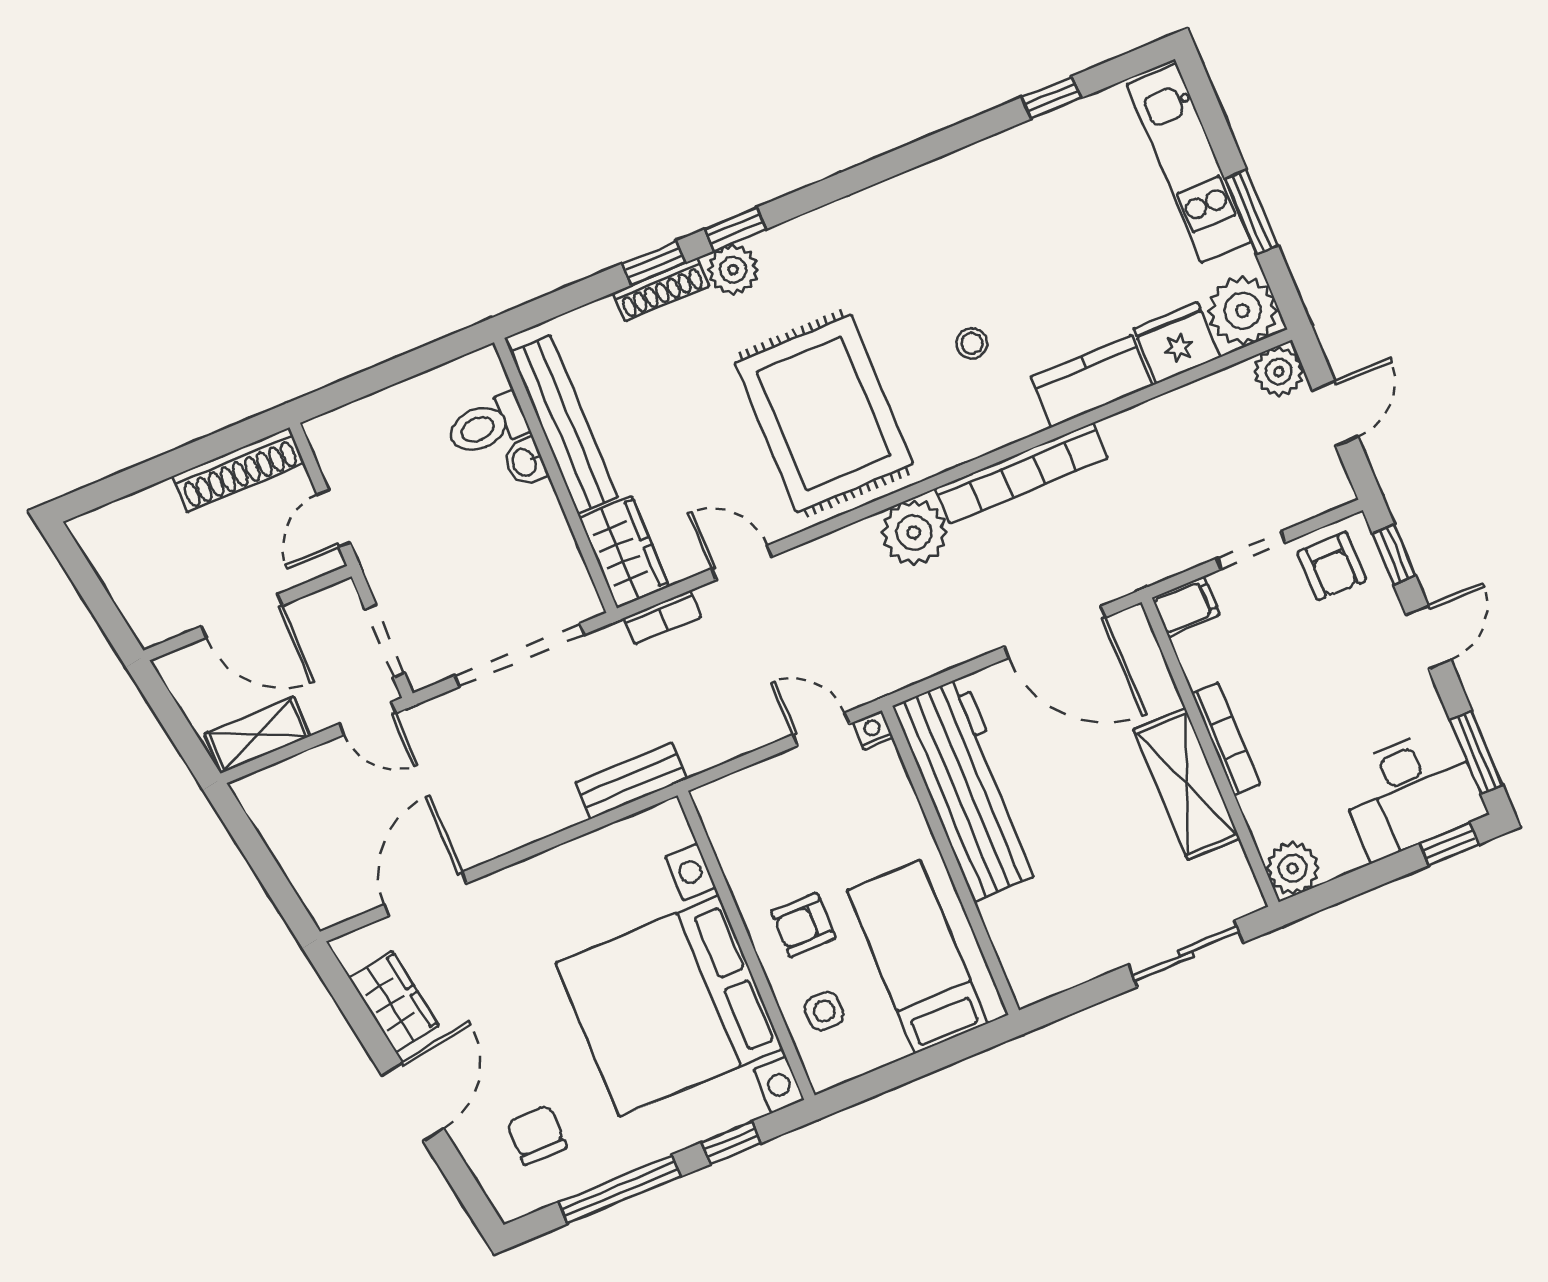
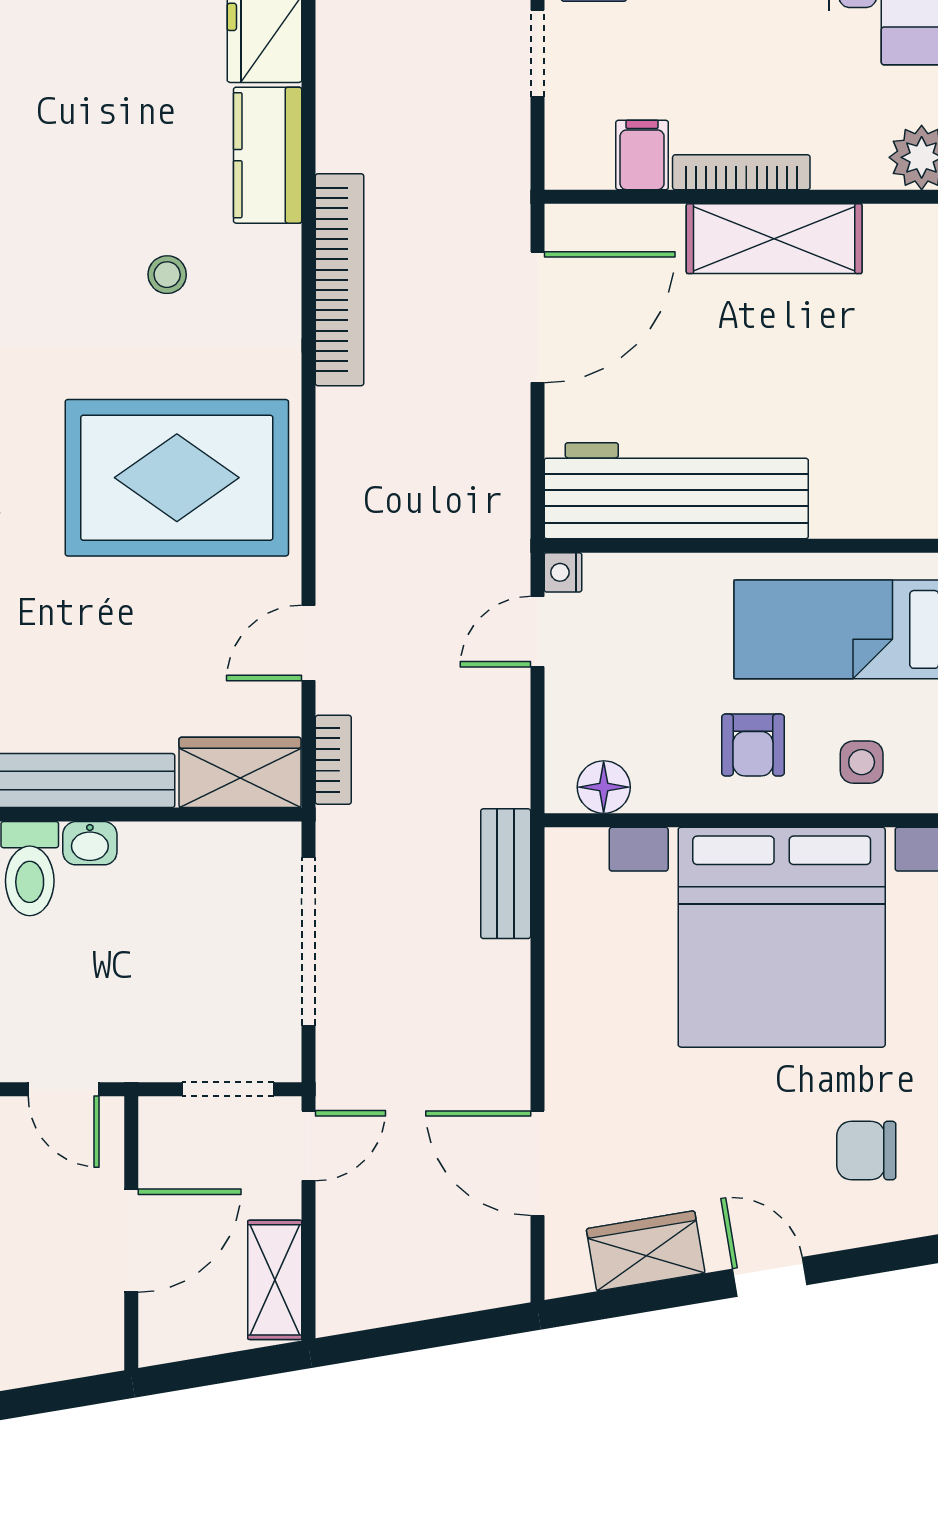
plant: (914, 532) -> (356, 431), removed
filing cabinet: (1186, 606) -> (642, 155), moved
floor lamp: (726, 827) -> (604, 787), added
door: (413, 1102) -> (770, 1277), width x0.73

